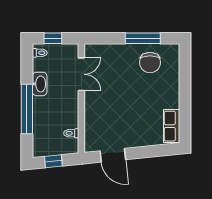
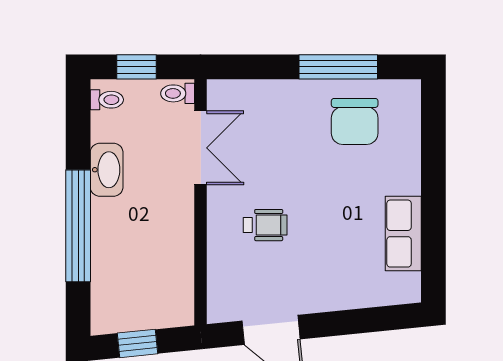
wheelchair: (110, 109) -> (265, 225), added
row of seats: (172, 126) -> (403, 234), moved
toilet: (71, 133) -> (178, 93), moved

